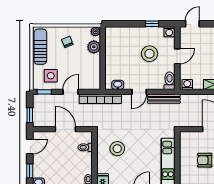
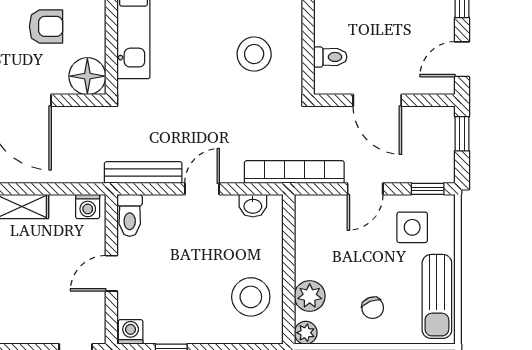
stool: (150, 54) -> (251, 297), moved
floor lamp: (187, 139) -> (87, 76), added

